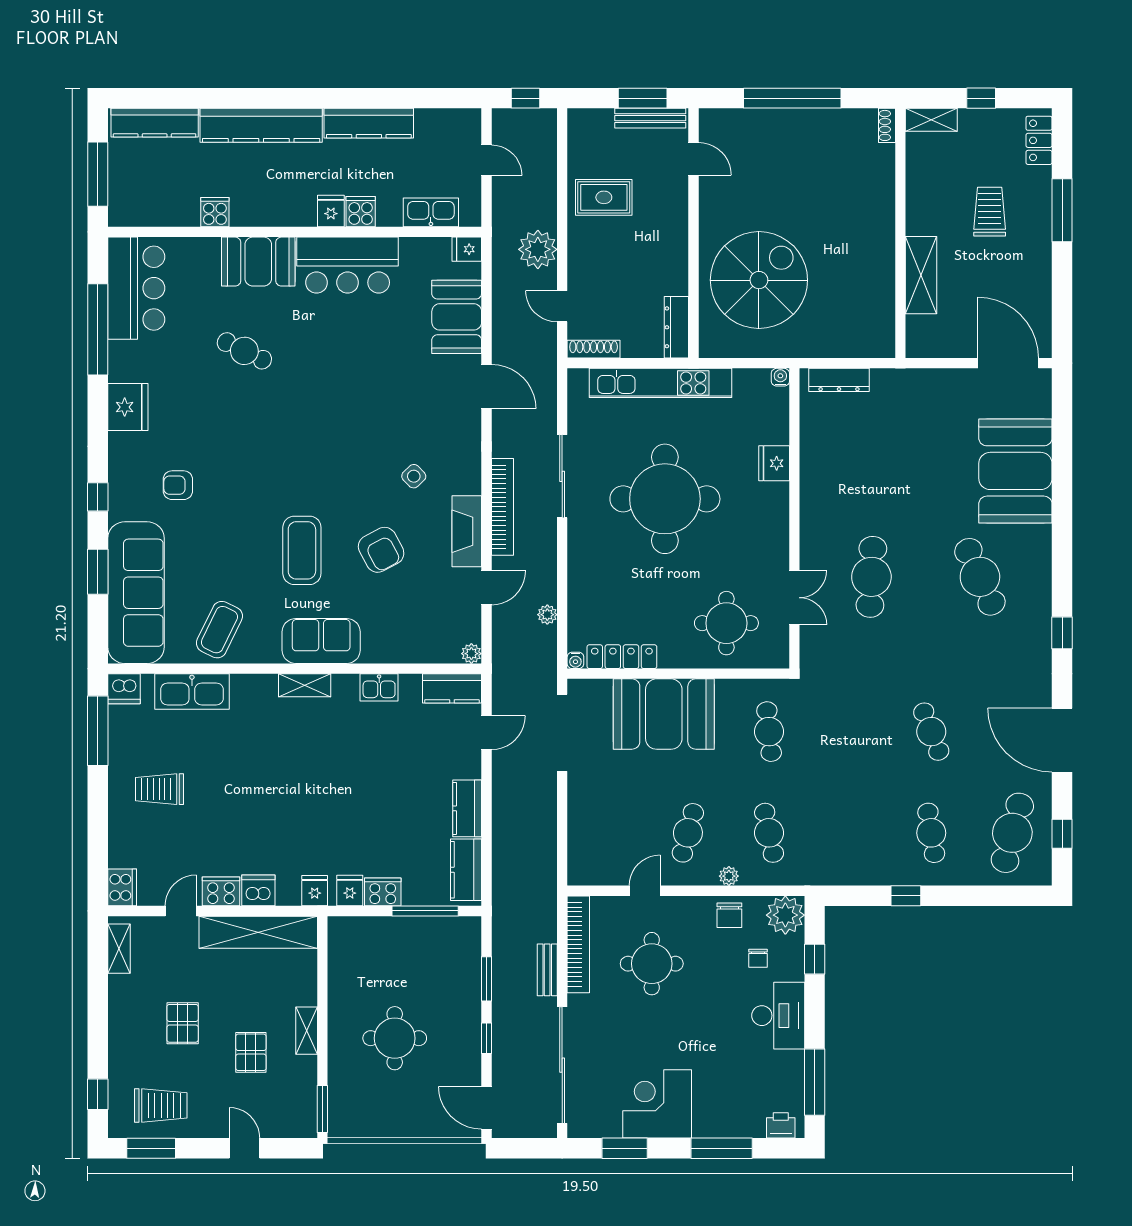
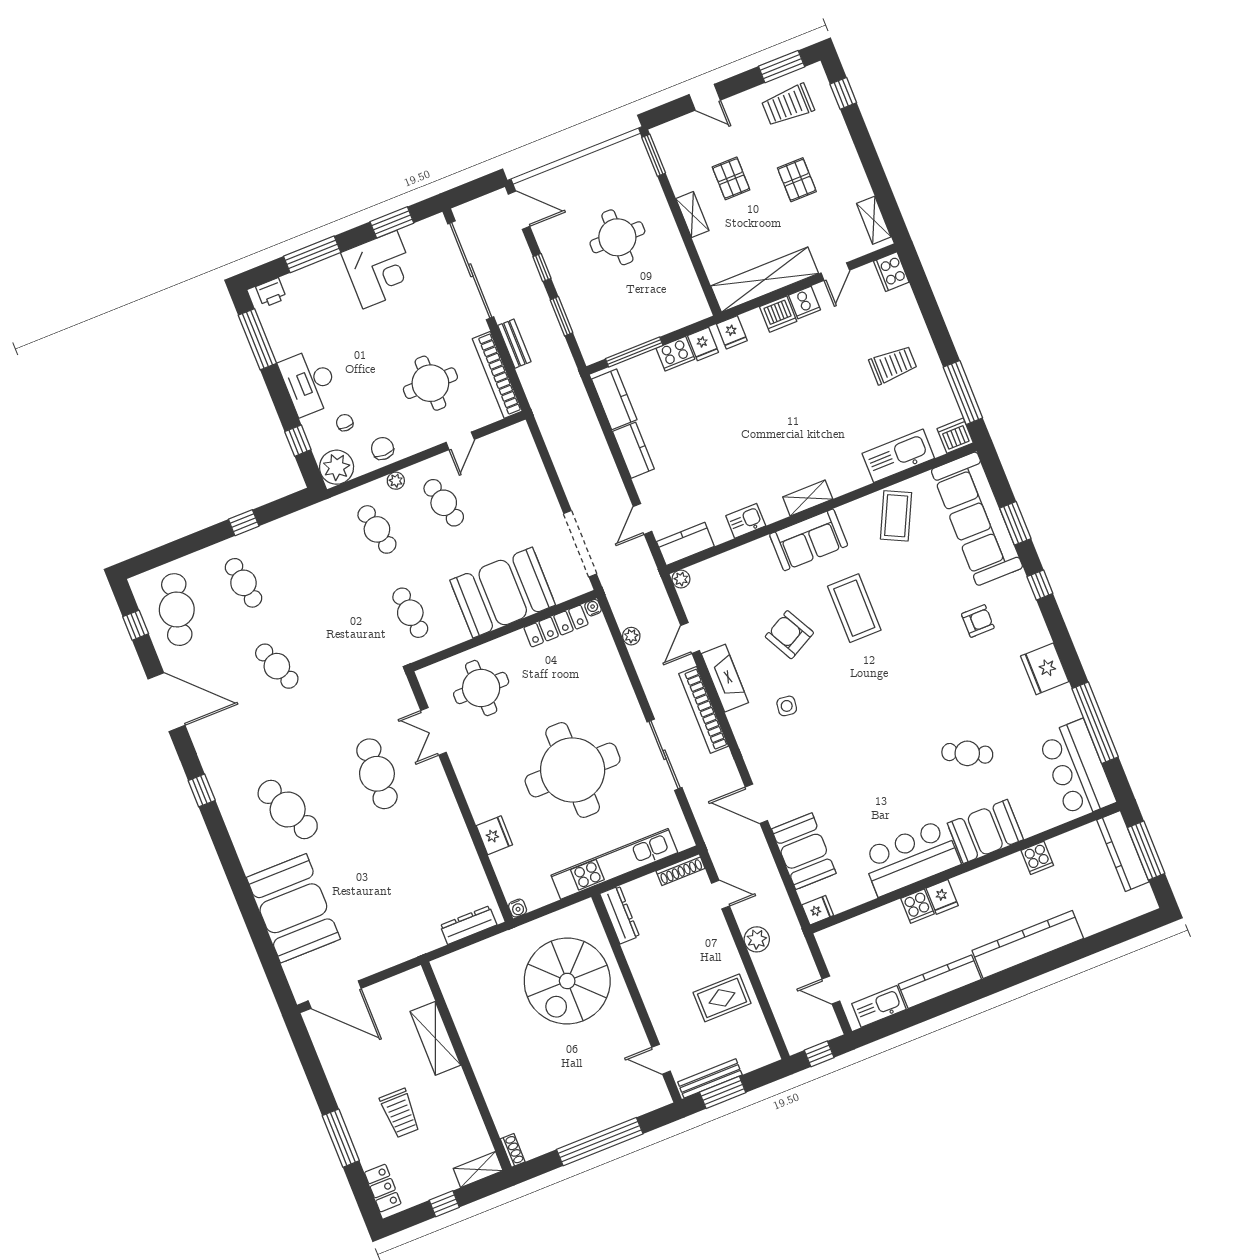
kitchen counter: (155, 123) -> (1123, 851), moved, turned -90
kitchen sink: (431, 212) -> (879, 1006), moved, turned 180
plant: (538, 249) -> (757, 939), width x0.73, depth x0.73
side table: (414, 476) -> (787, 706), turned -38
cafe table: (688, 833) -> (444, 503), turned -30
cooker: (221, 891) -> (805, 303), width x0.73

